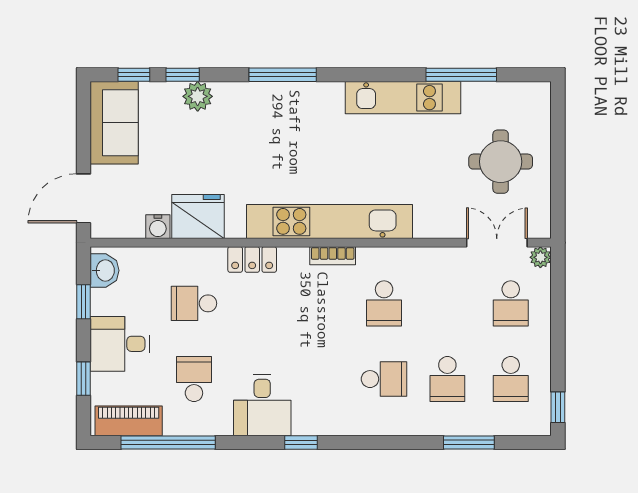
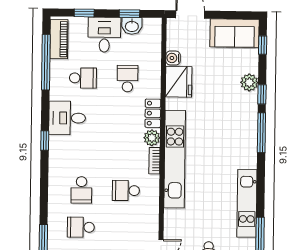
window: (183, 75) -> (262, 94), moved
plant: (294, 261) -> (152, 138), added
washbasin: (104, 270) -> (132, 26), moved

